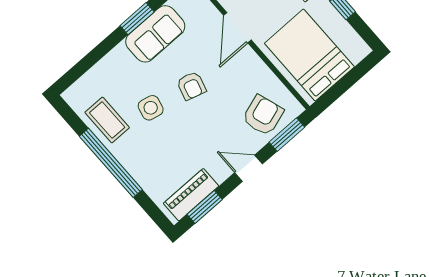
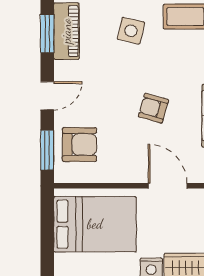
side table: (151, 108) -> (131, 31), moved
armchair: (263, 115) -> (79, 145), turned -72

